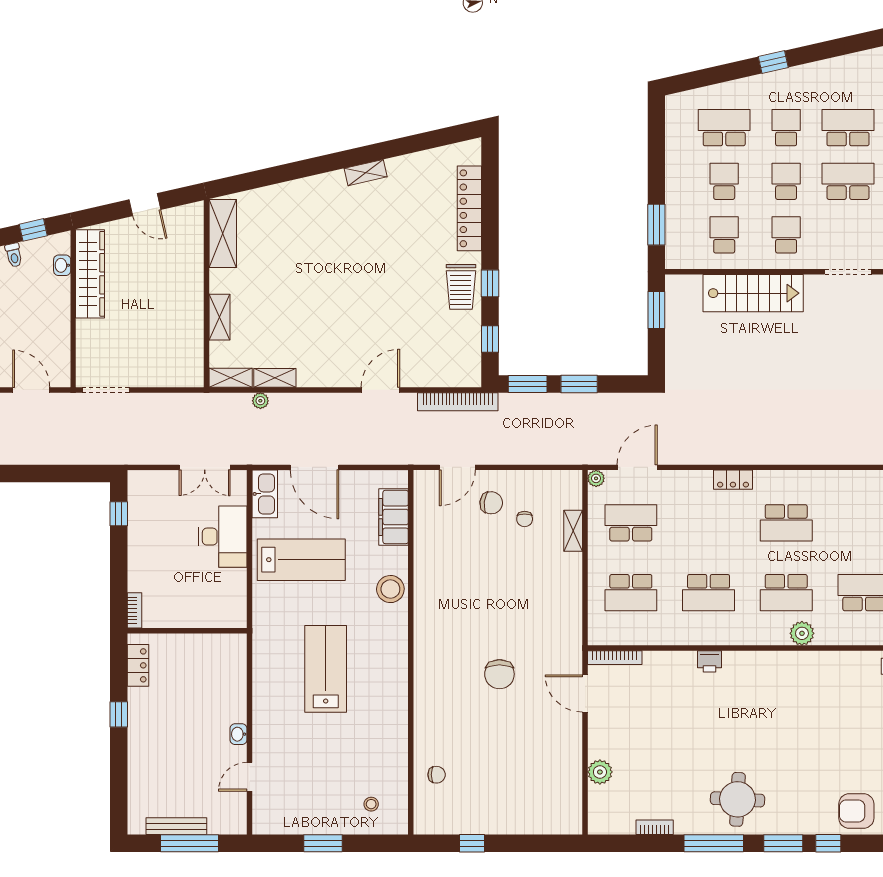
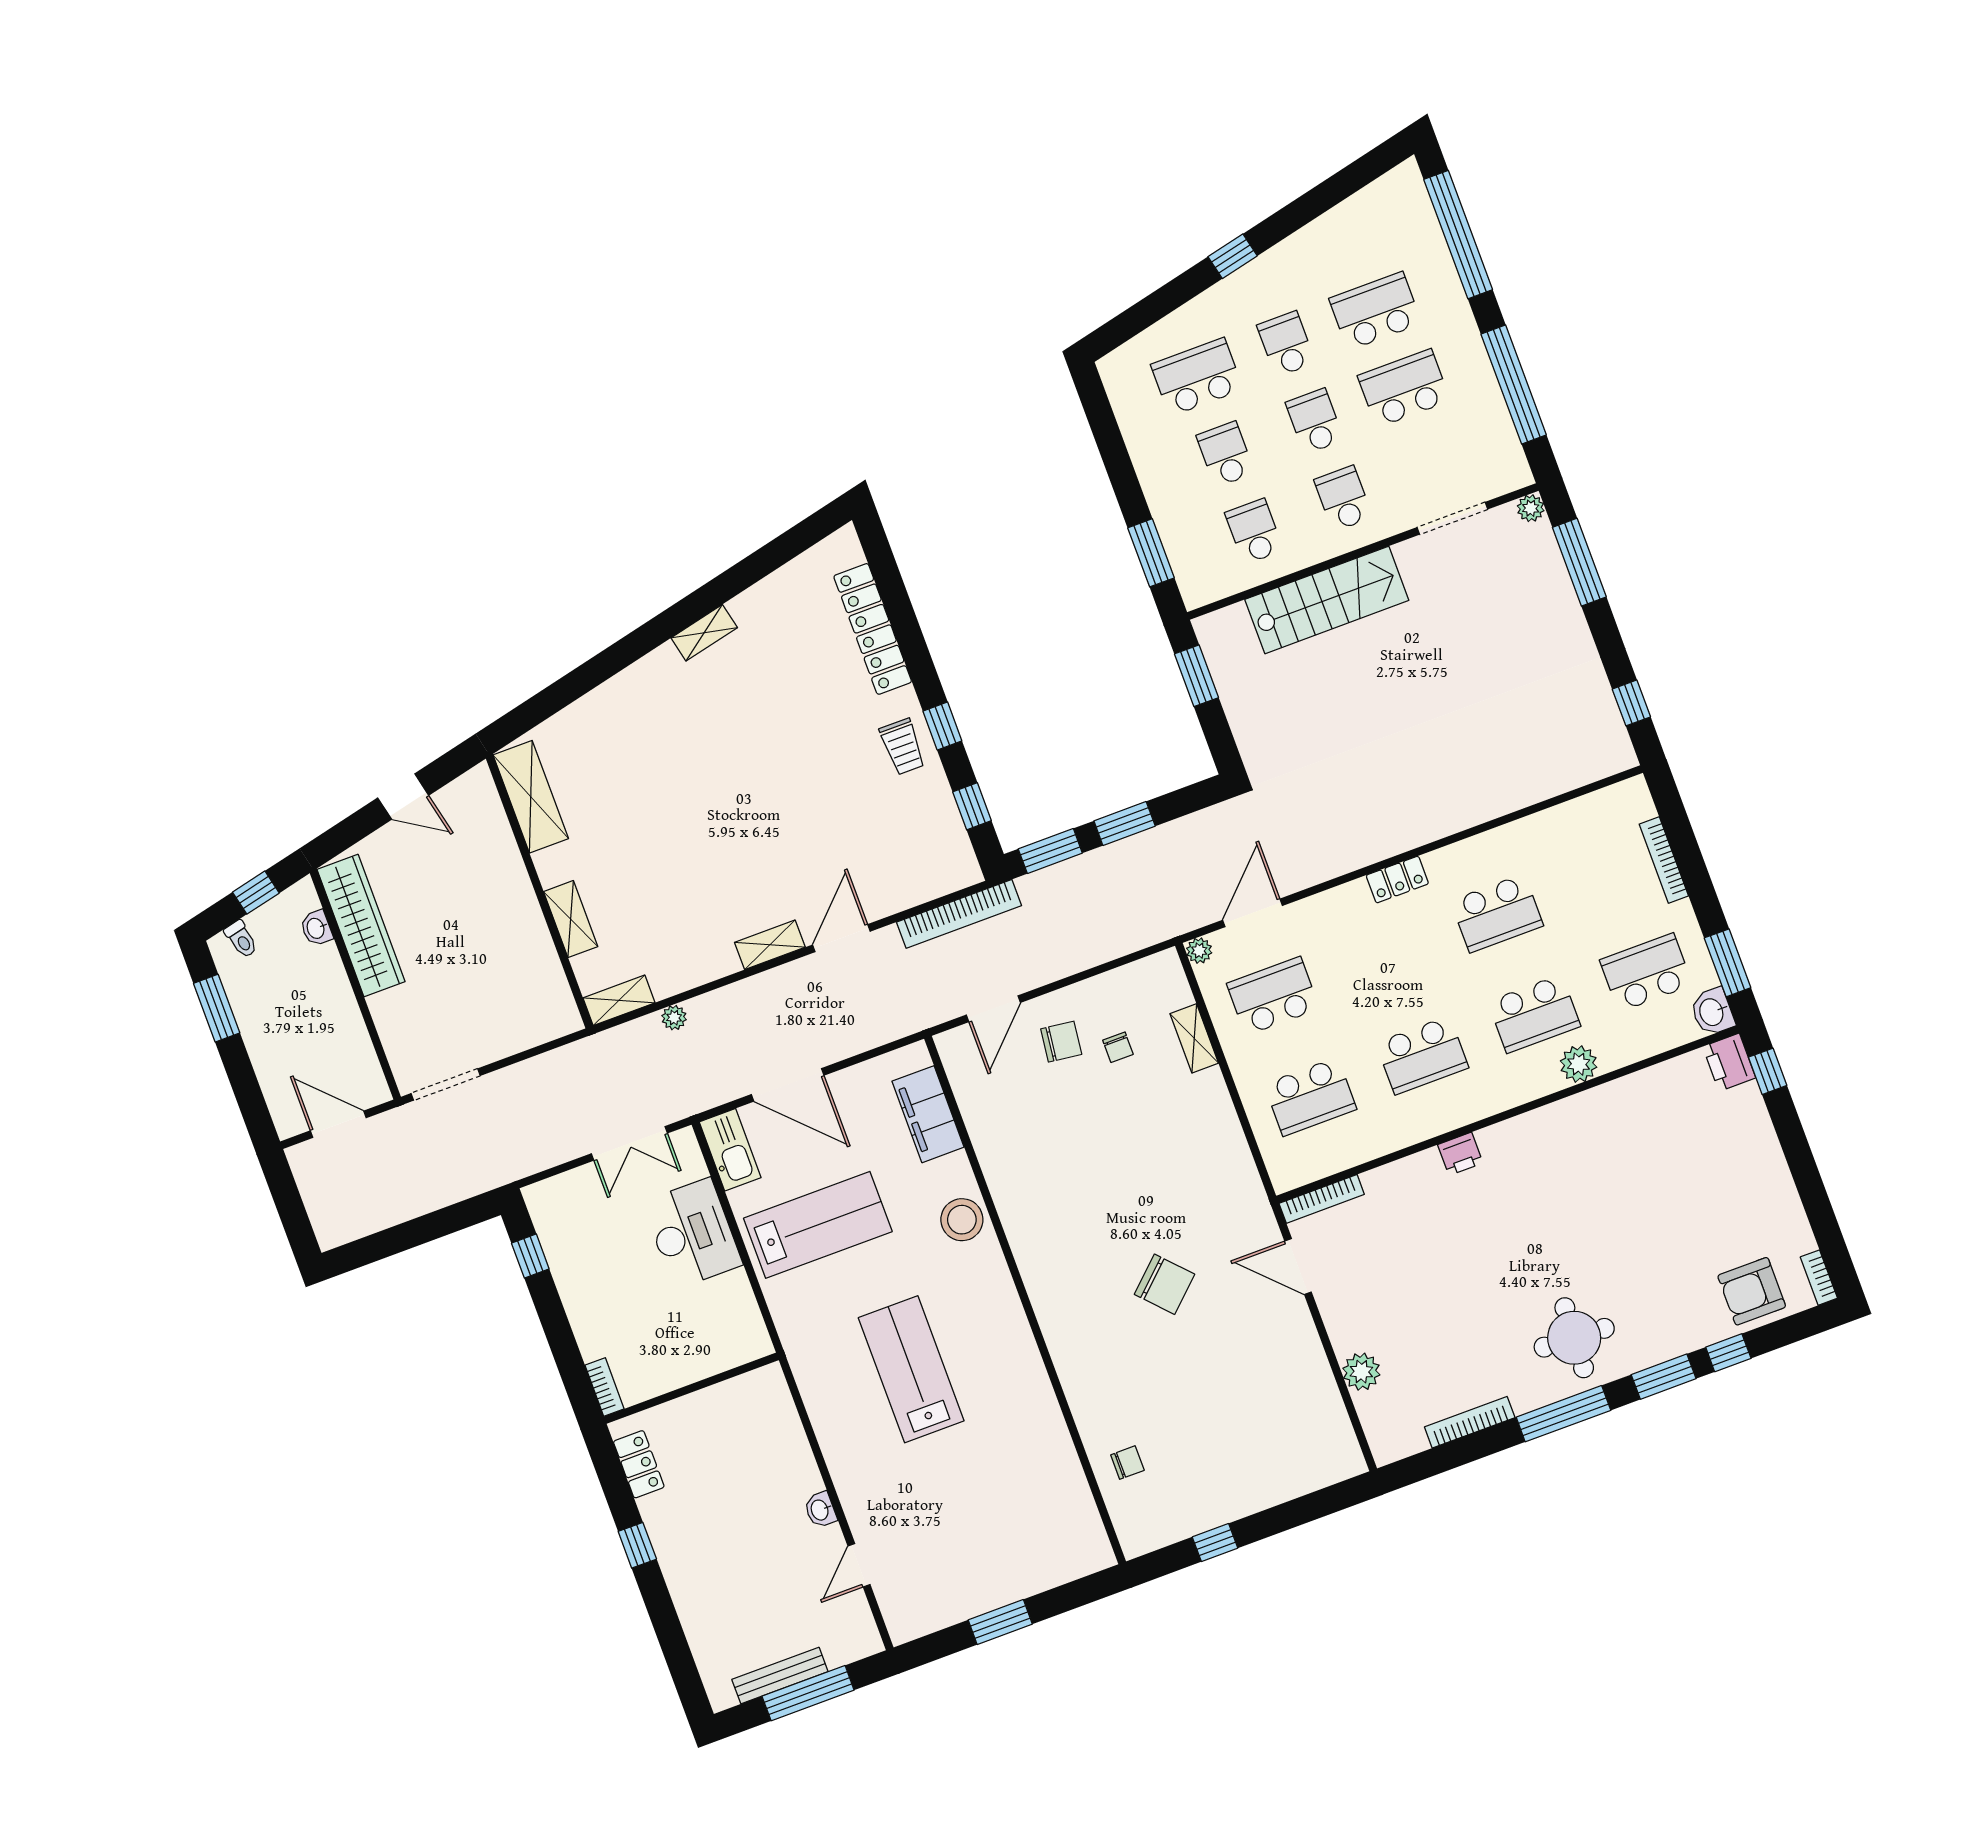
trolley: (461, 287) -> (903, 747), width x0.73, depth x0.72
shelving: (275, 378) -> (770, 945), moved
chair: (499, 674) -> (1164, 1284), turned -43
stool: (371, 804) -> (1049, 1540), removed
bookcase: (655, 827) -> (1470, 1422), width x1.56

